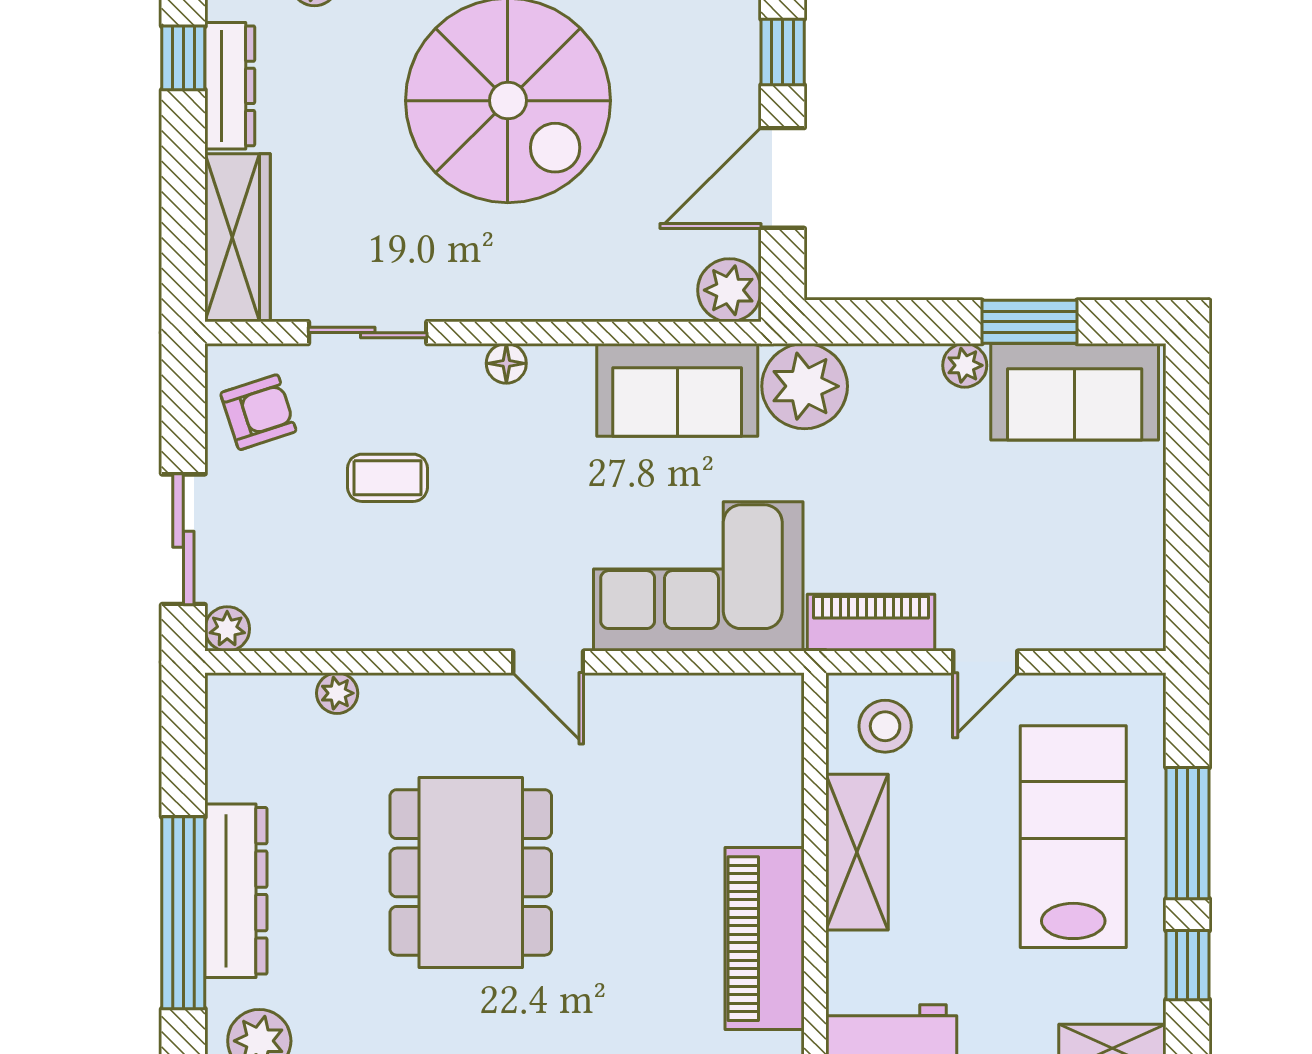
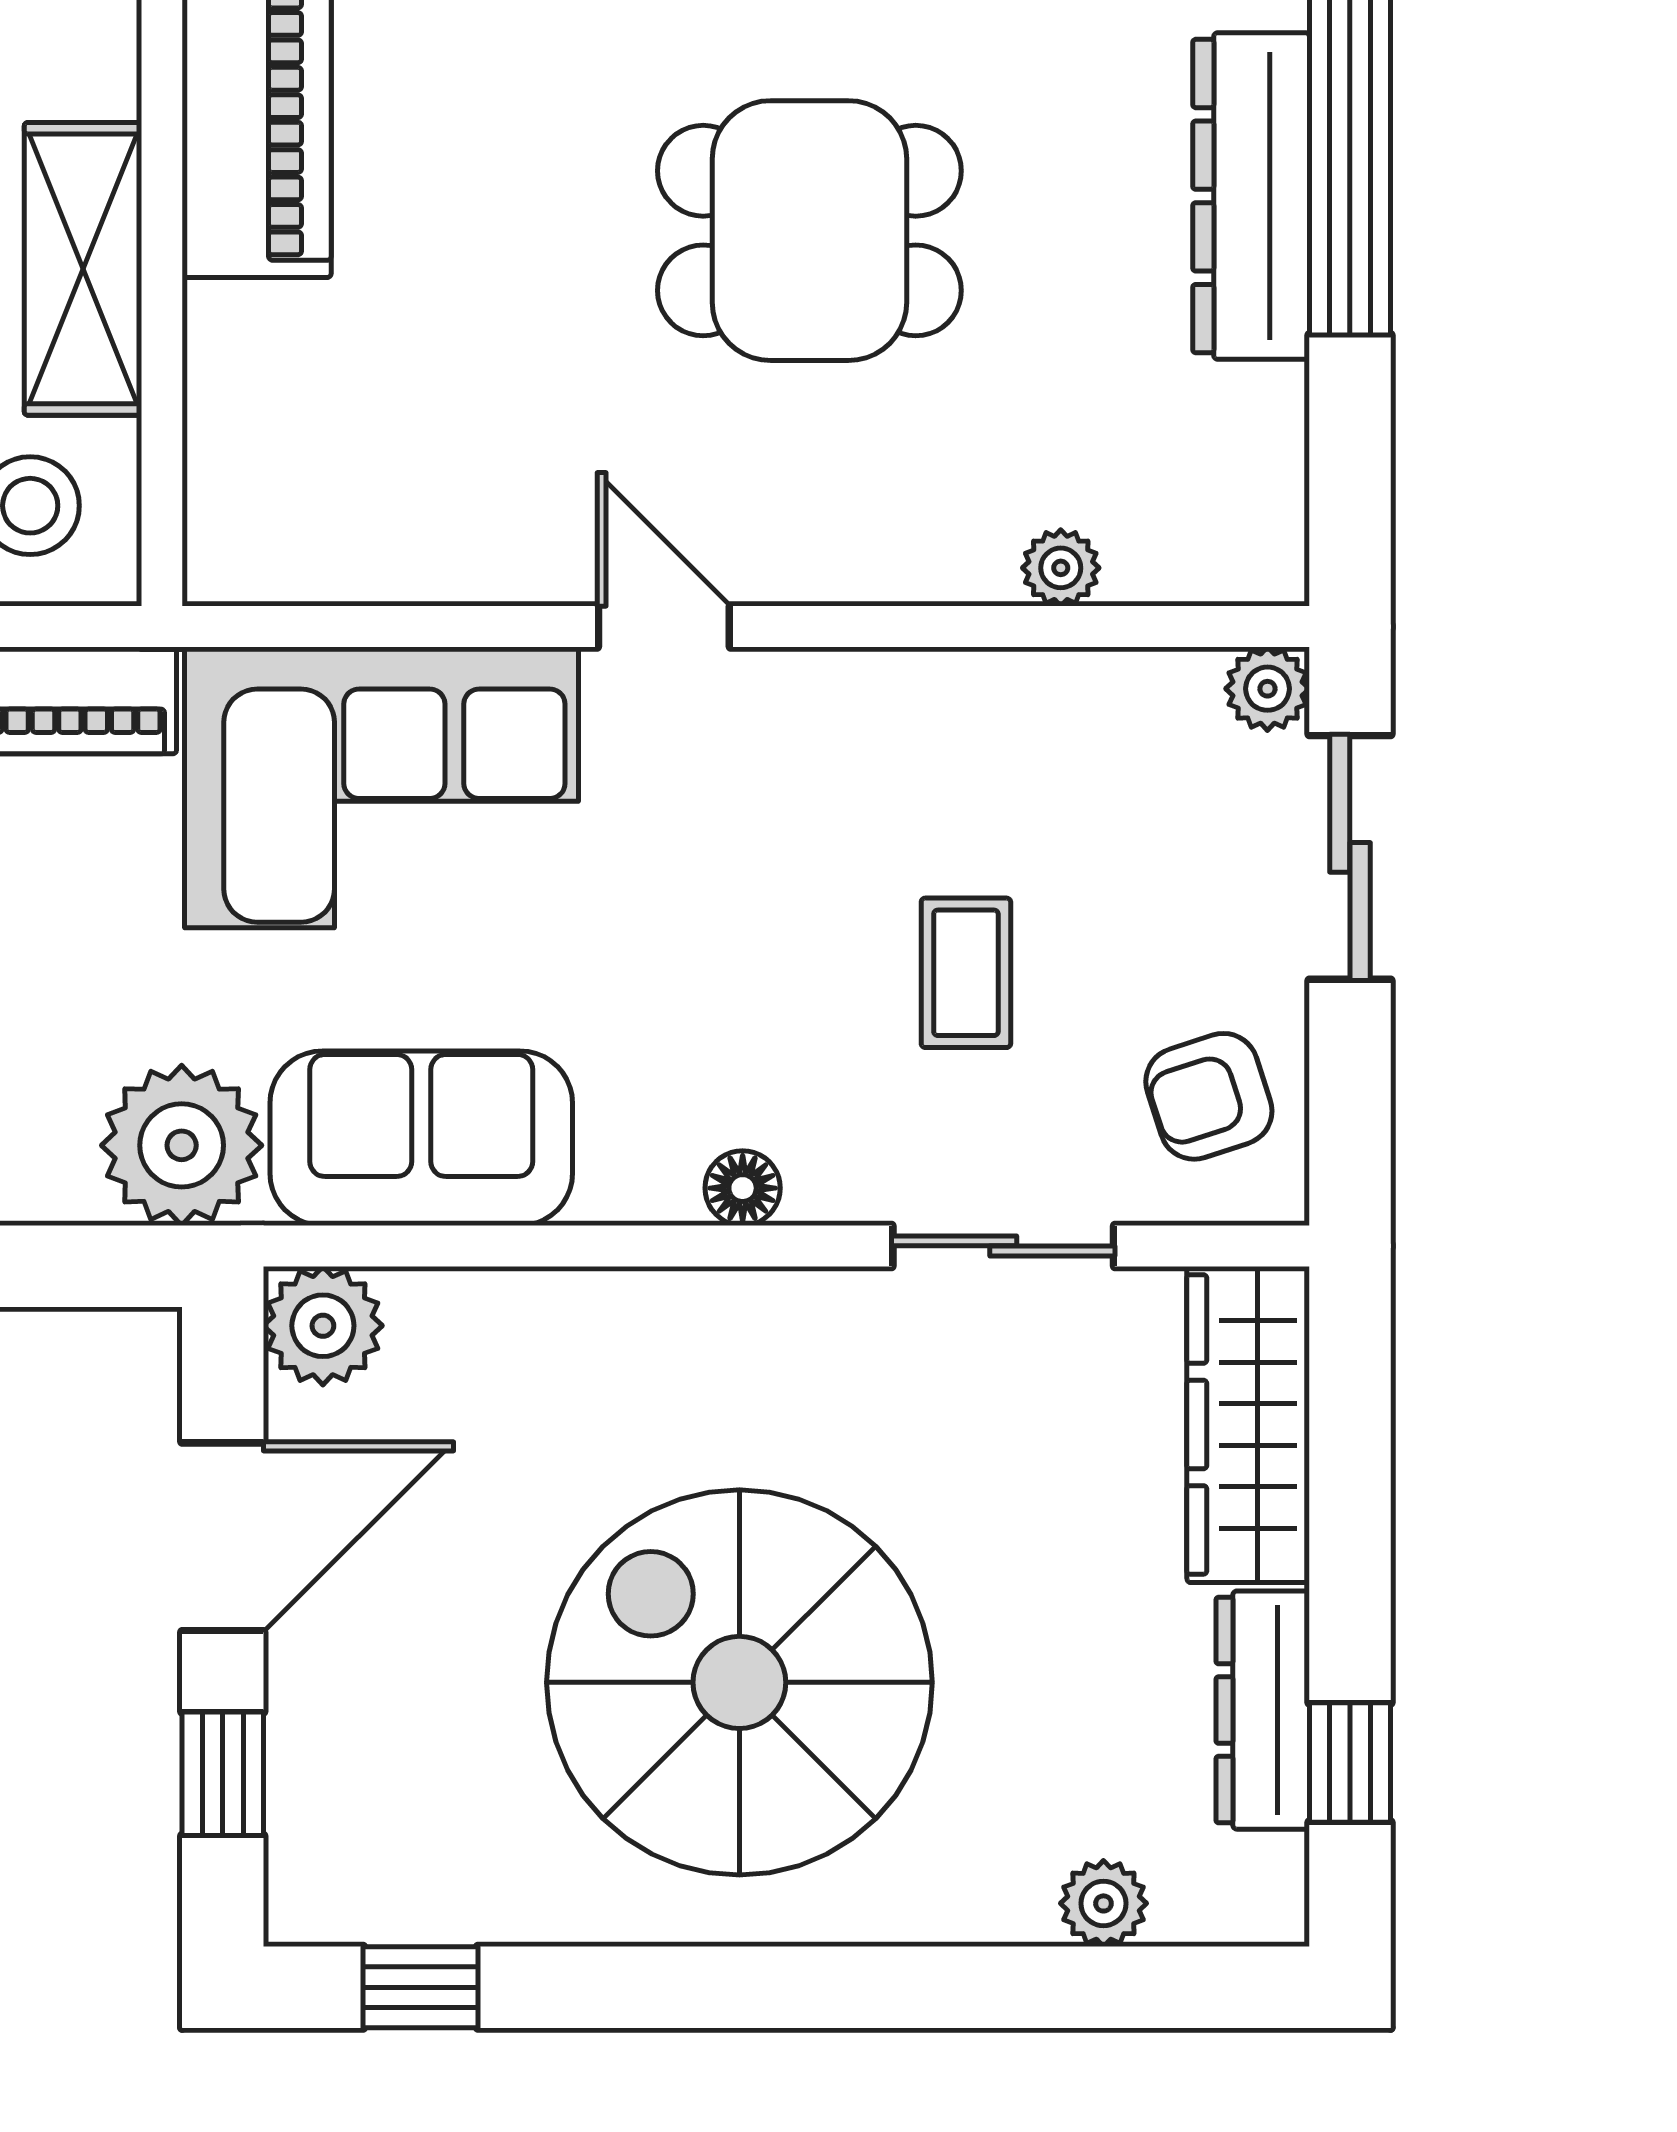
coffee table: (388, 478) -> (966, 973), turned 90
dining table: (471, 872) -> (809, 231), width x0.73

